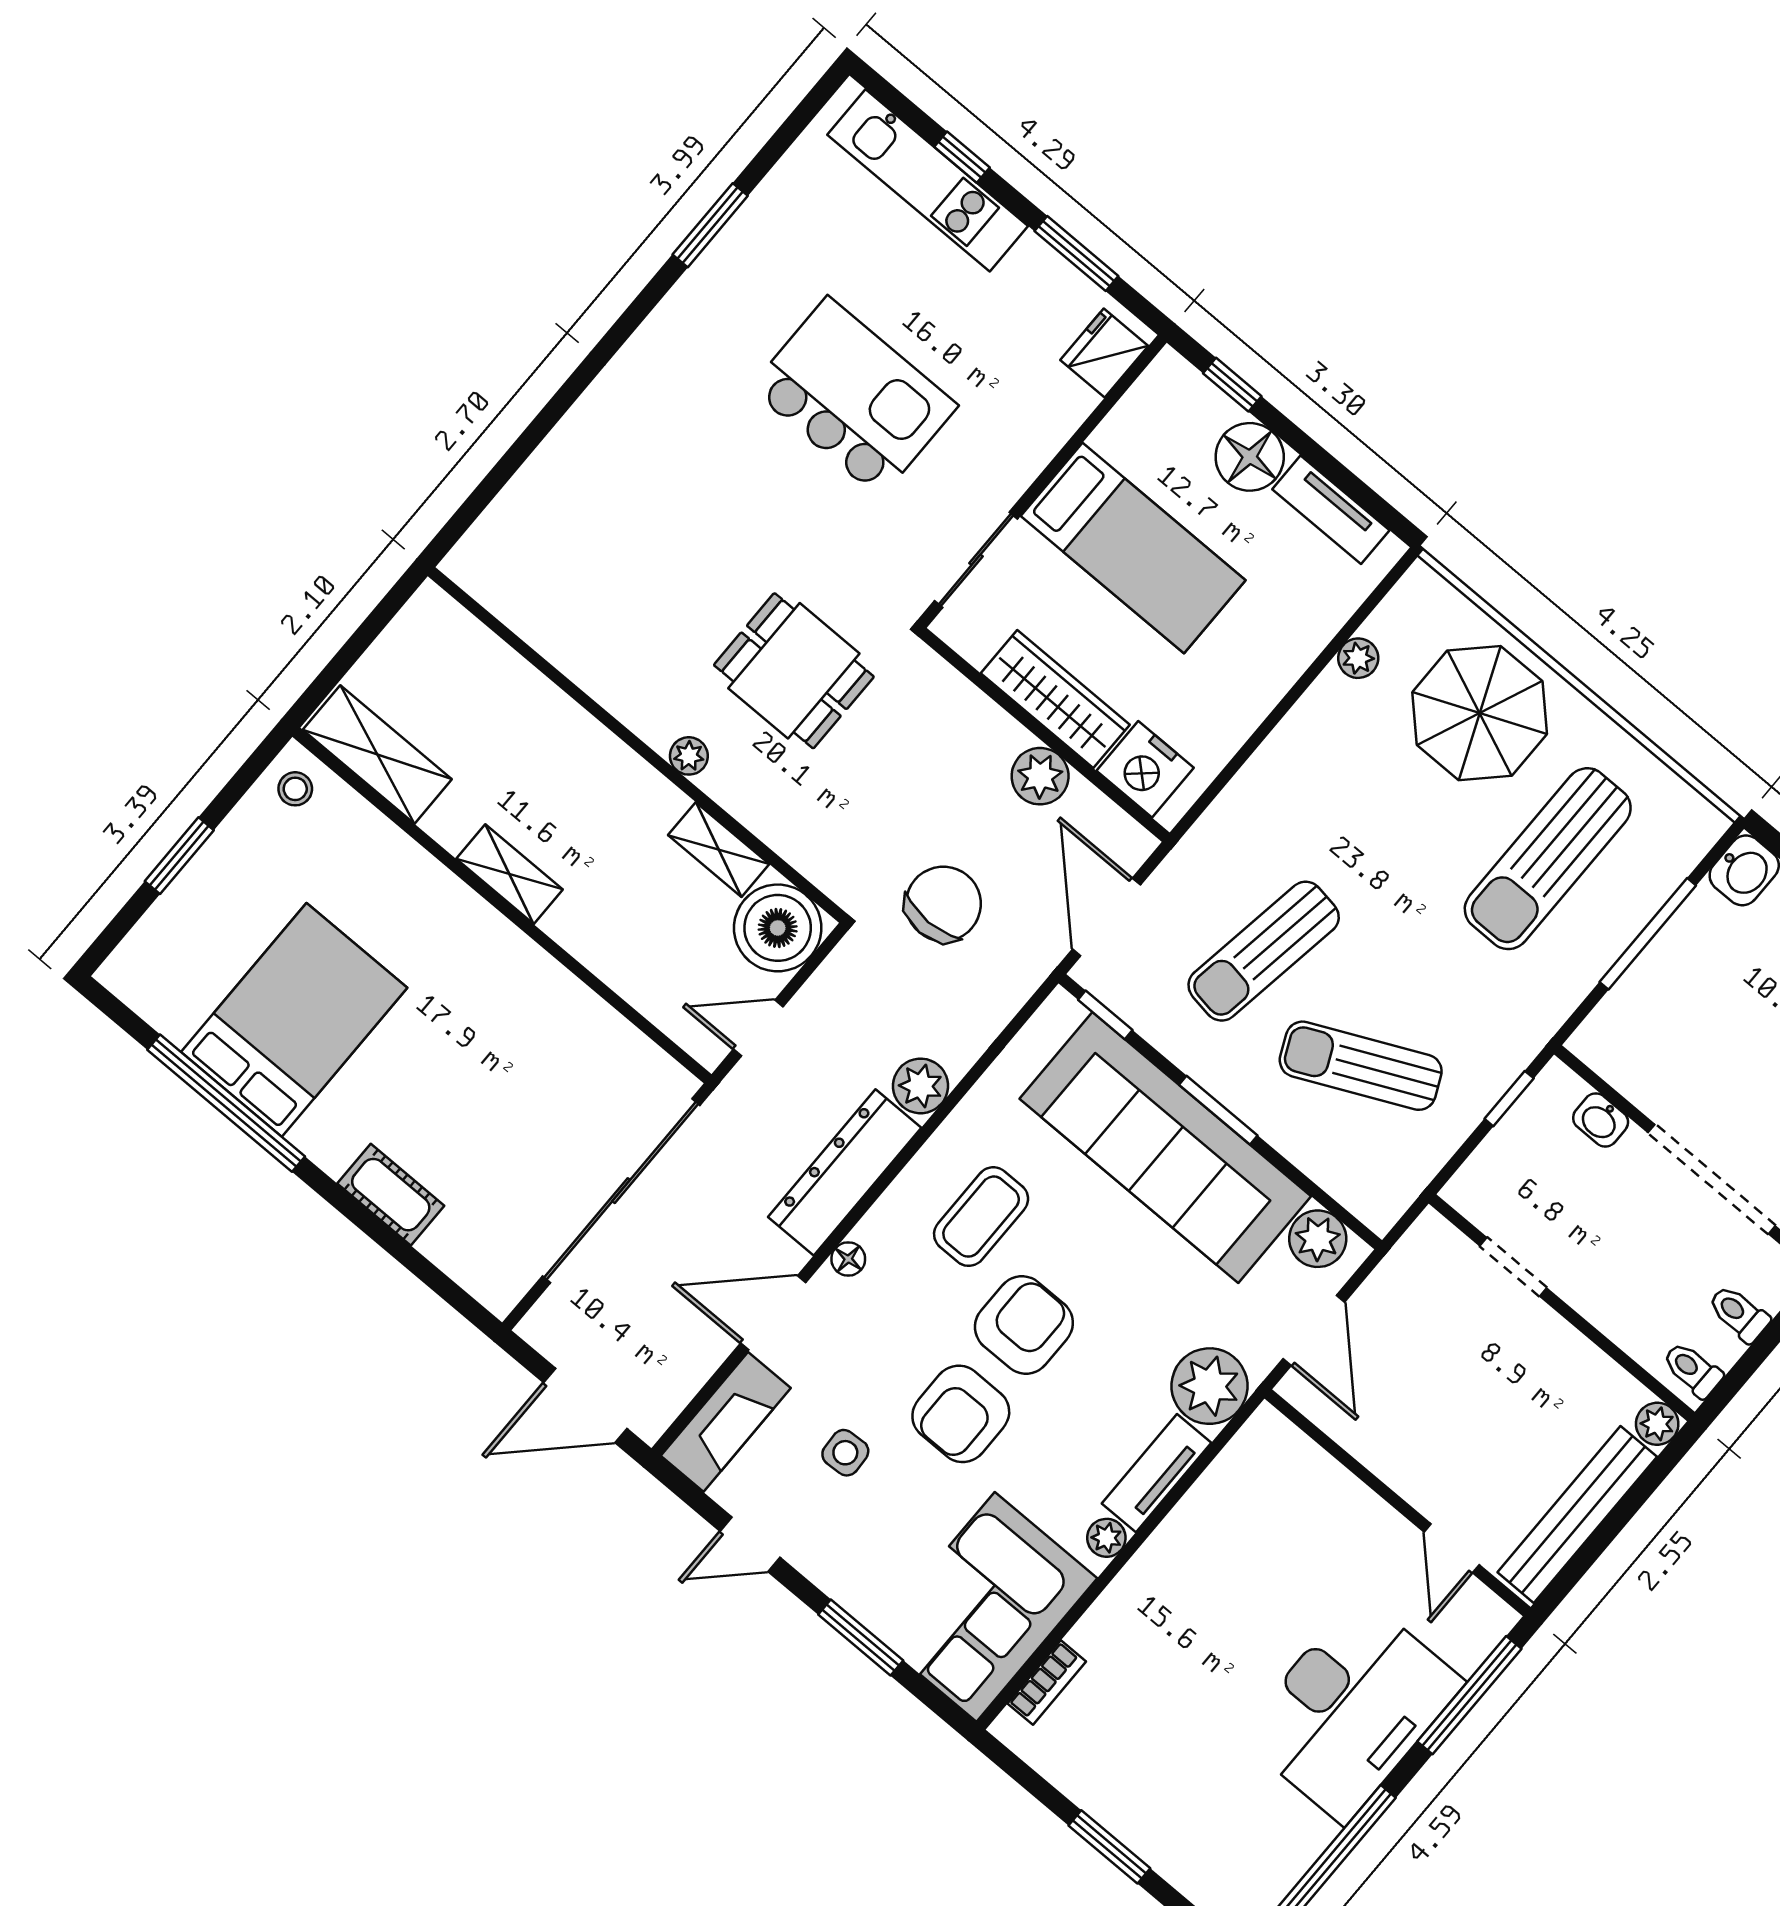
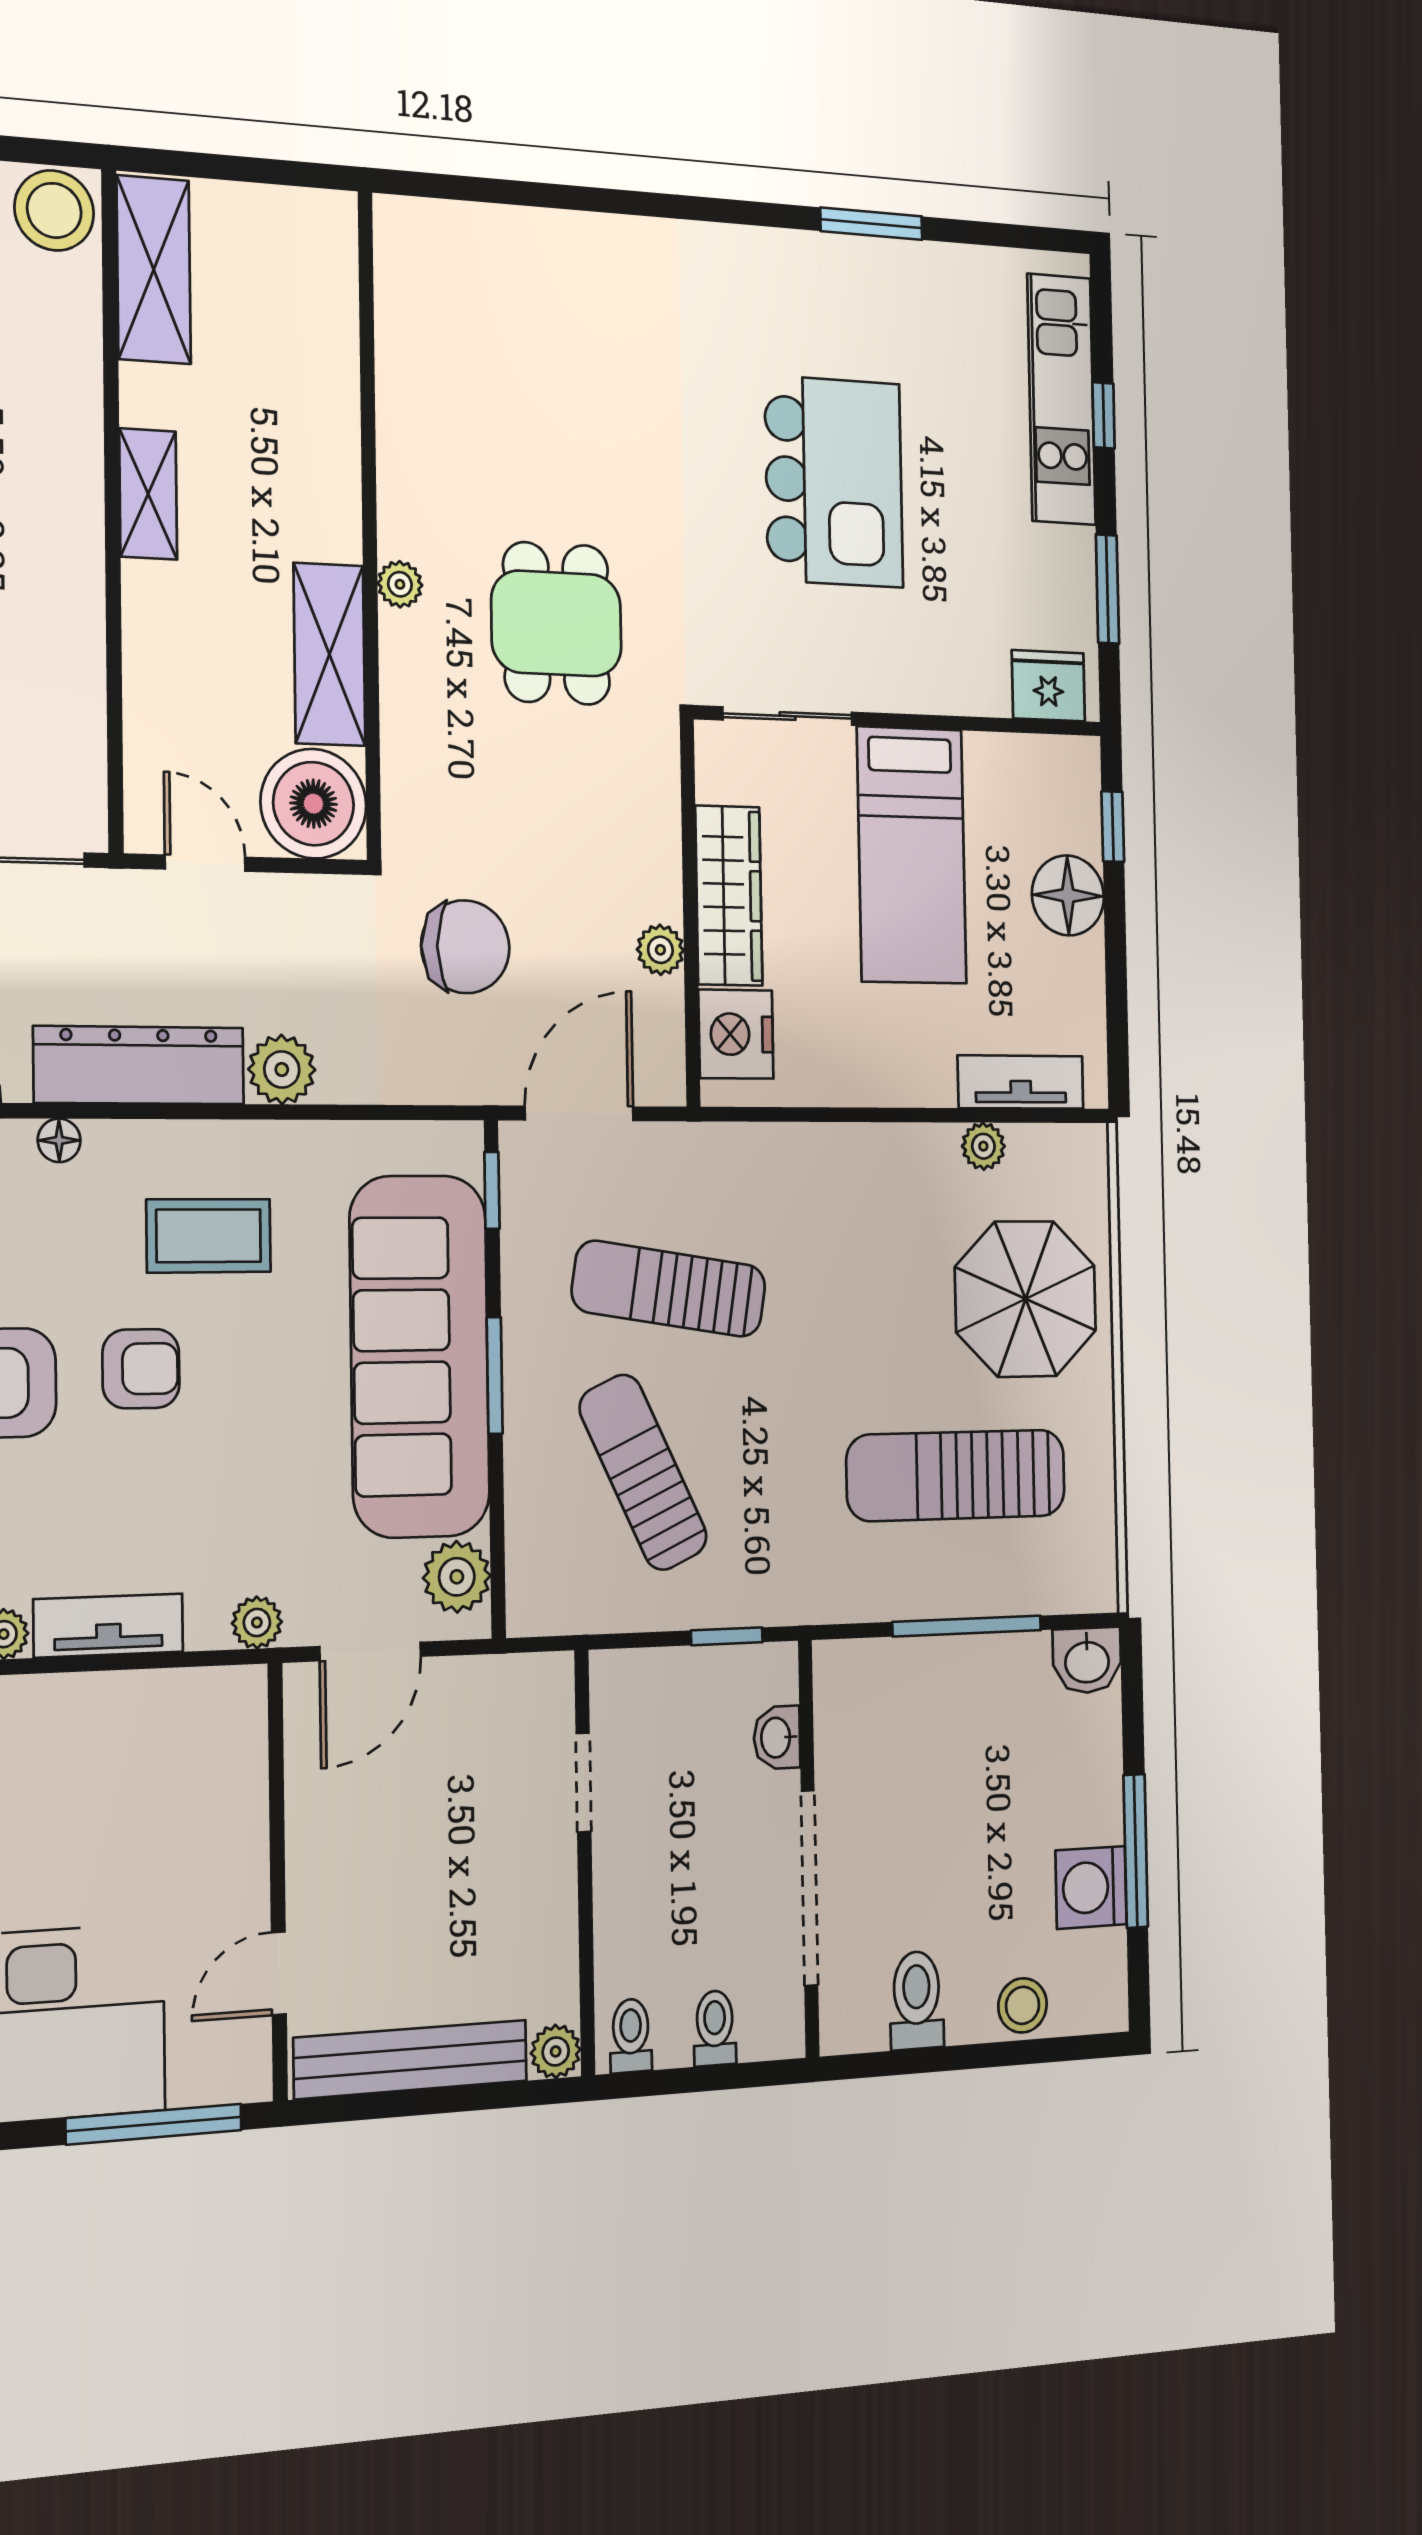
tv unit: (1331, 510) -> (1021, 1082), moved, turned 90
plant: (1040, 776) -> (660, 950), width x0.73, depth x0.73
stool: (295, 789) -> (54, 210), width x1.89, depth x1.89
shelving: (719, 850) -> (329, 654), width x1.50, depth x1.33
armchair: (1024, 1325) -> (141, 1369), width x0.72, depth x0.72
plant: (1209, 1386) -> (257, 1622), width x0.53, depth x0.53

